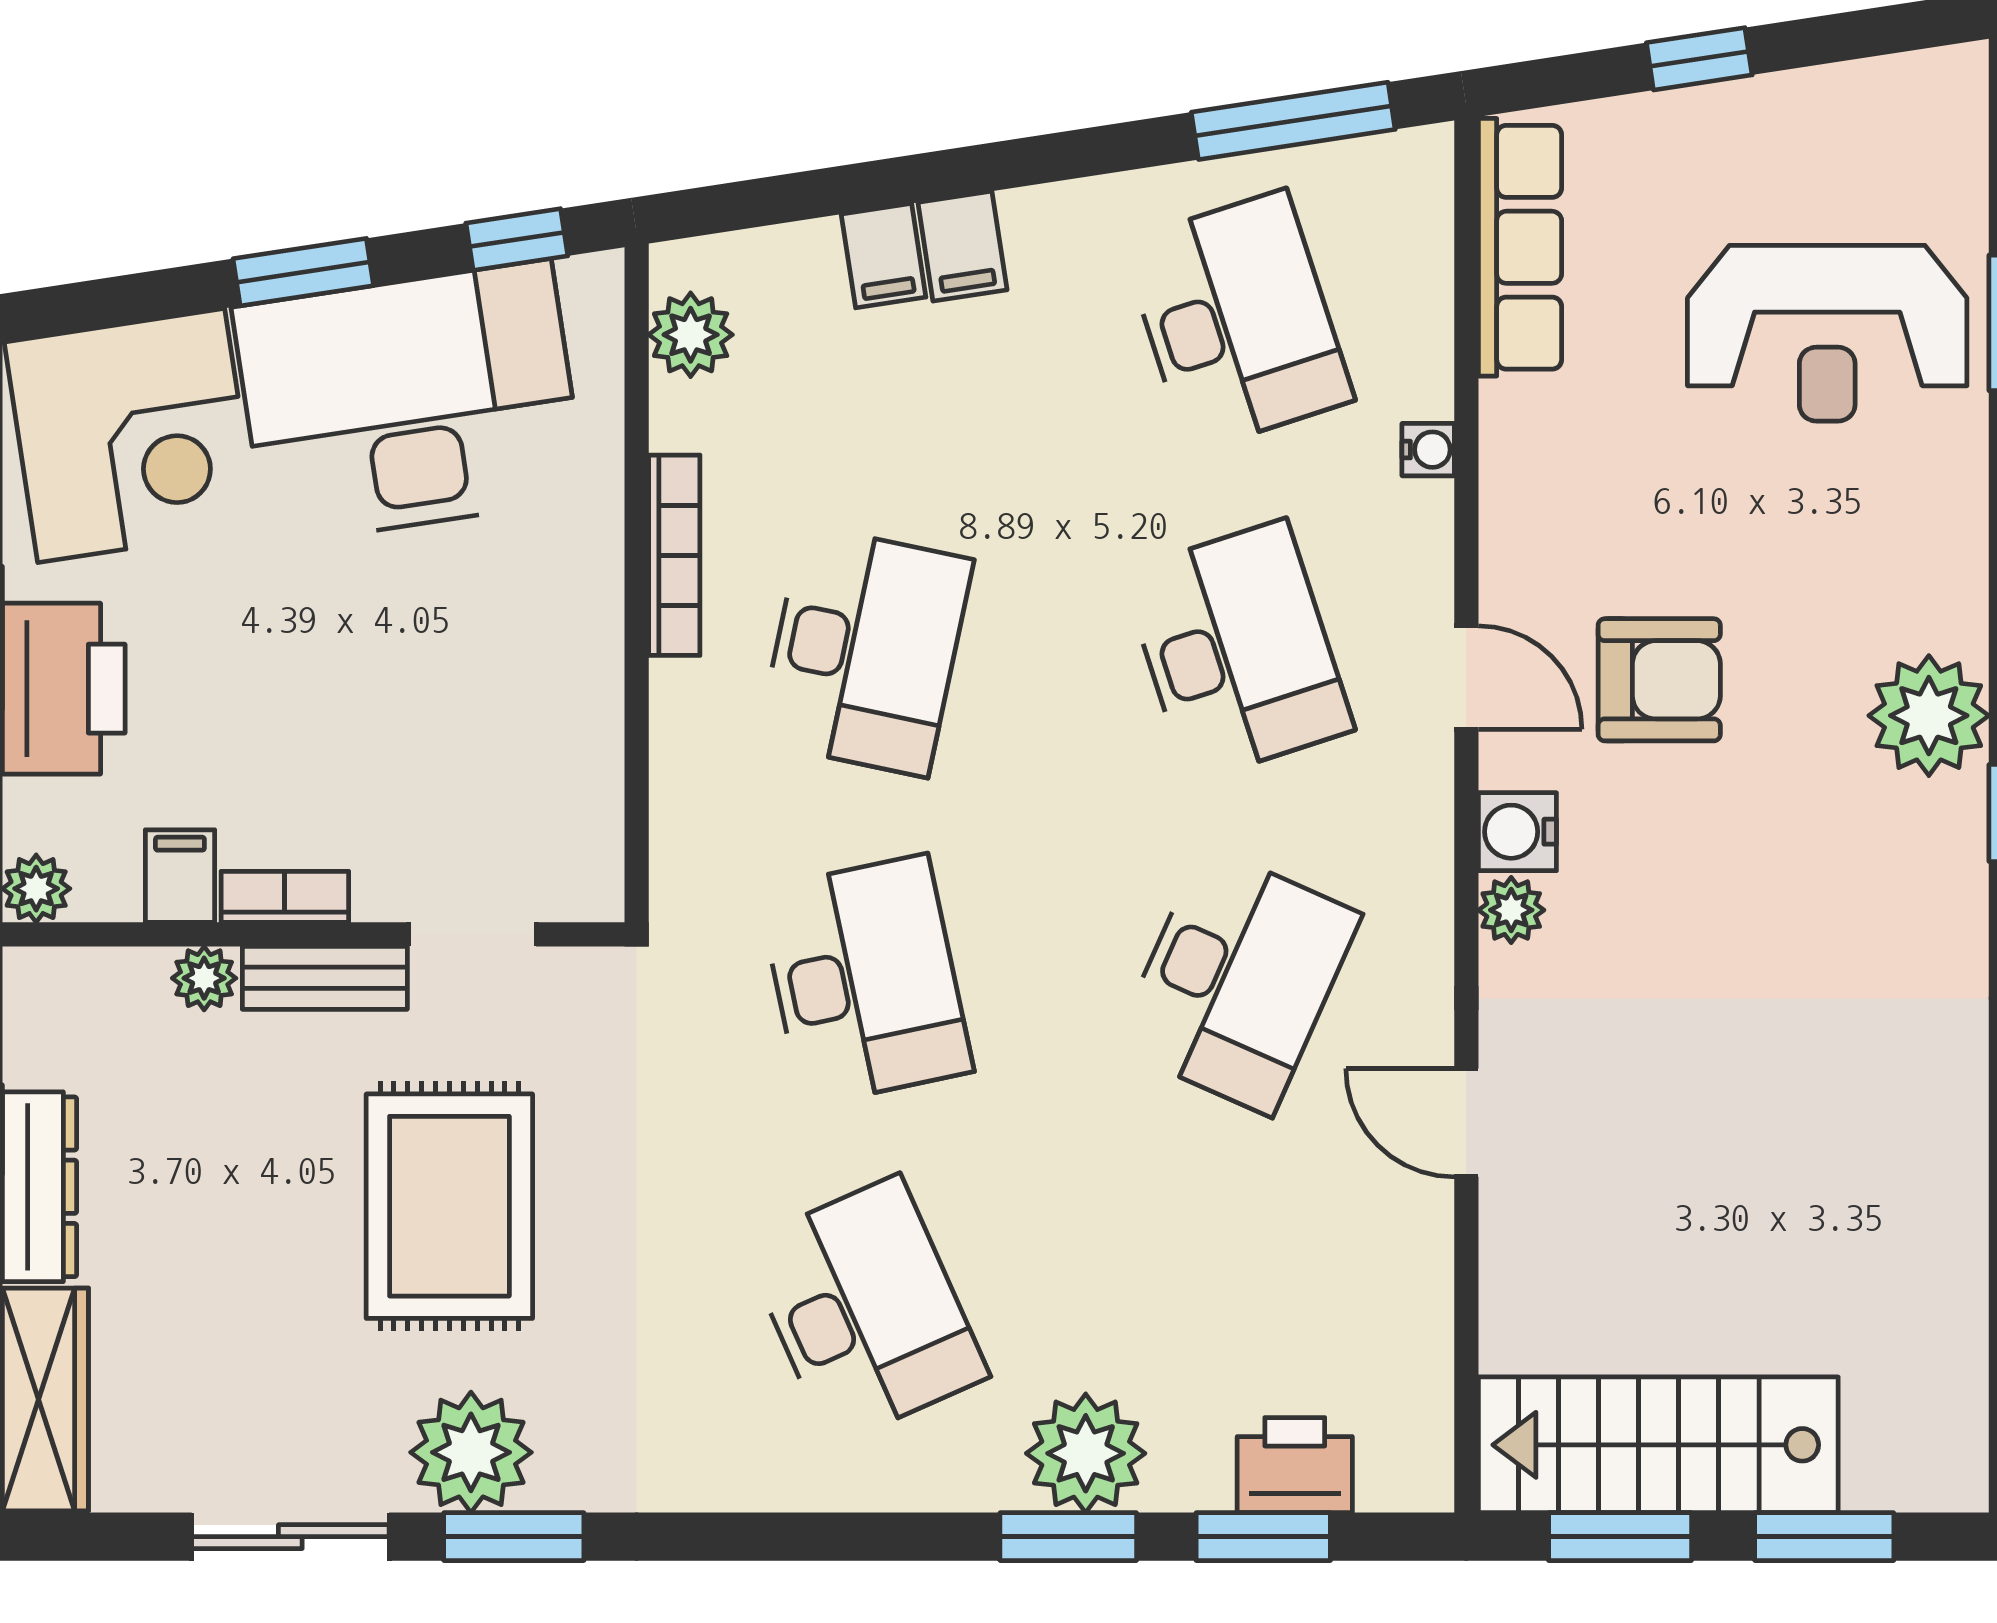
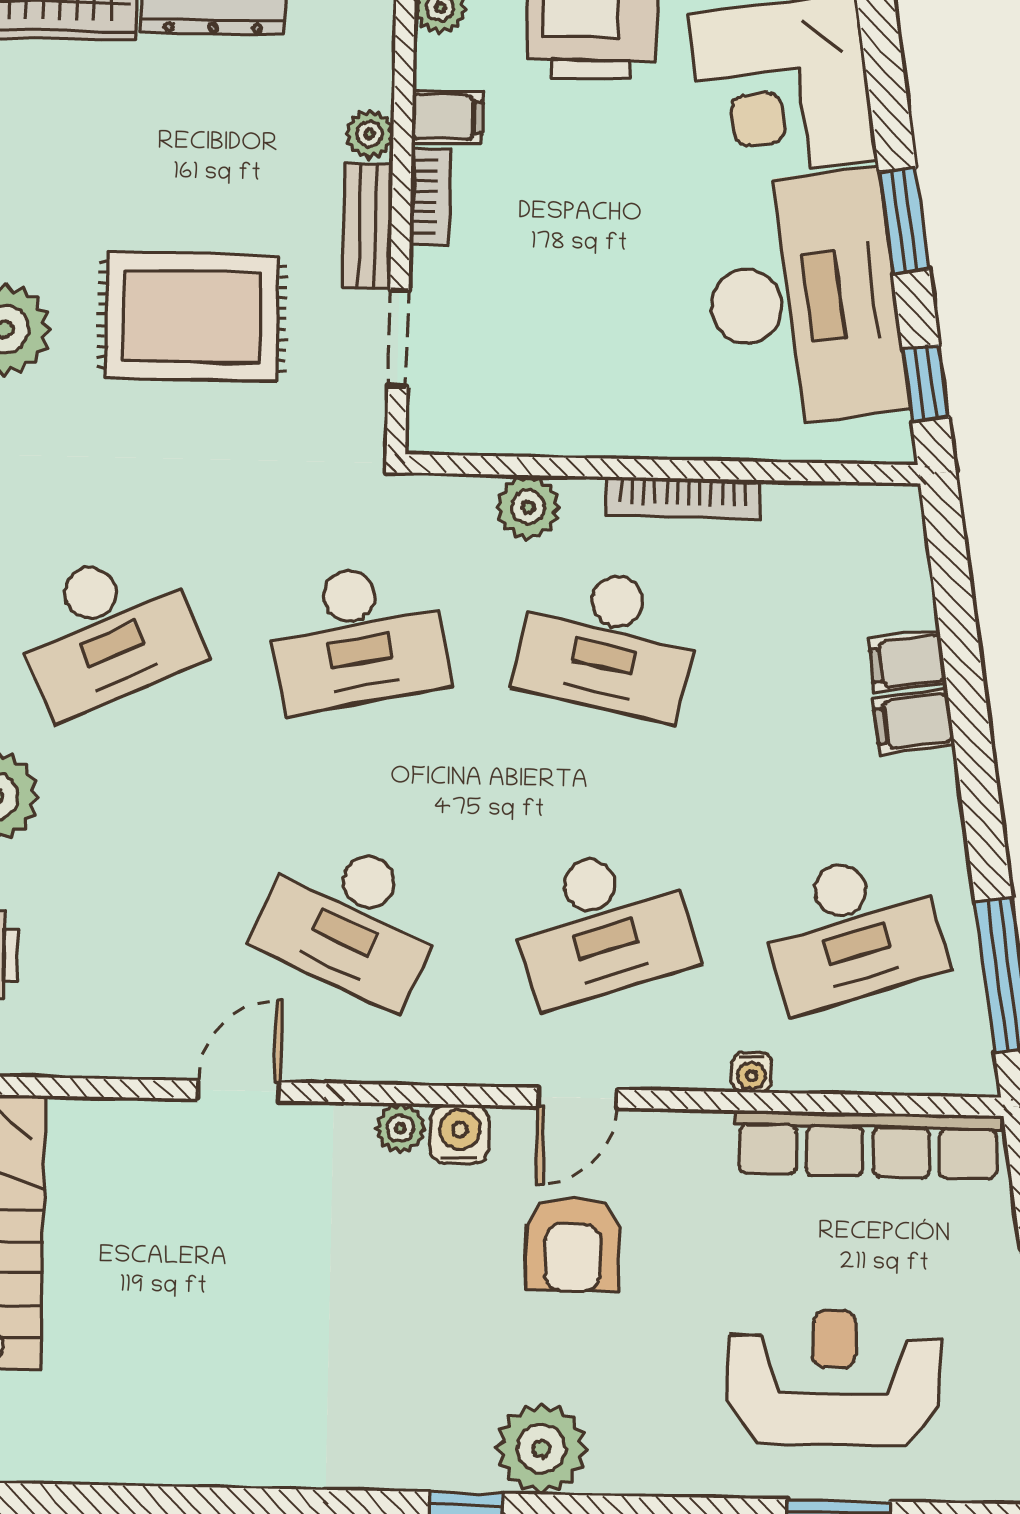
row of seats: (1520, 247) -> (868, 1145), width x1.36
reception desk: (1827, 333) -> (834, 1377), turned 90
plant: (691, 335) -> (528, 507), moved

